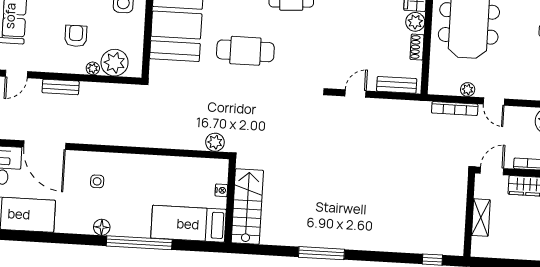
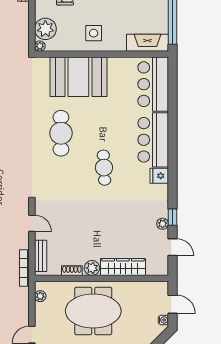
plant: (93, 68) -> (40, 46), moved
plant: (468, 89) -> (40, 296), moved
bookcase: (455, 109) -> (24, 268), moved

